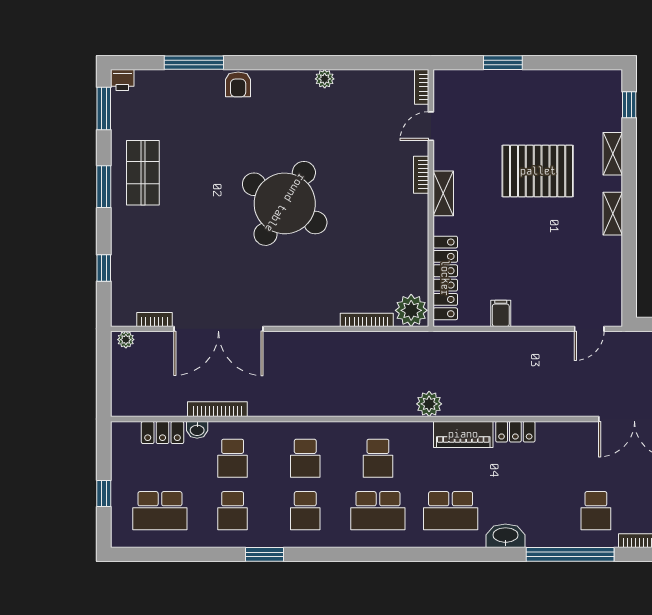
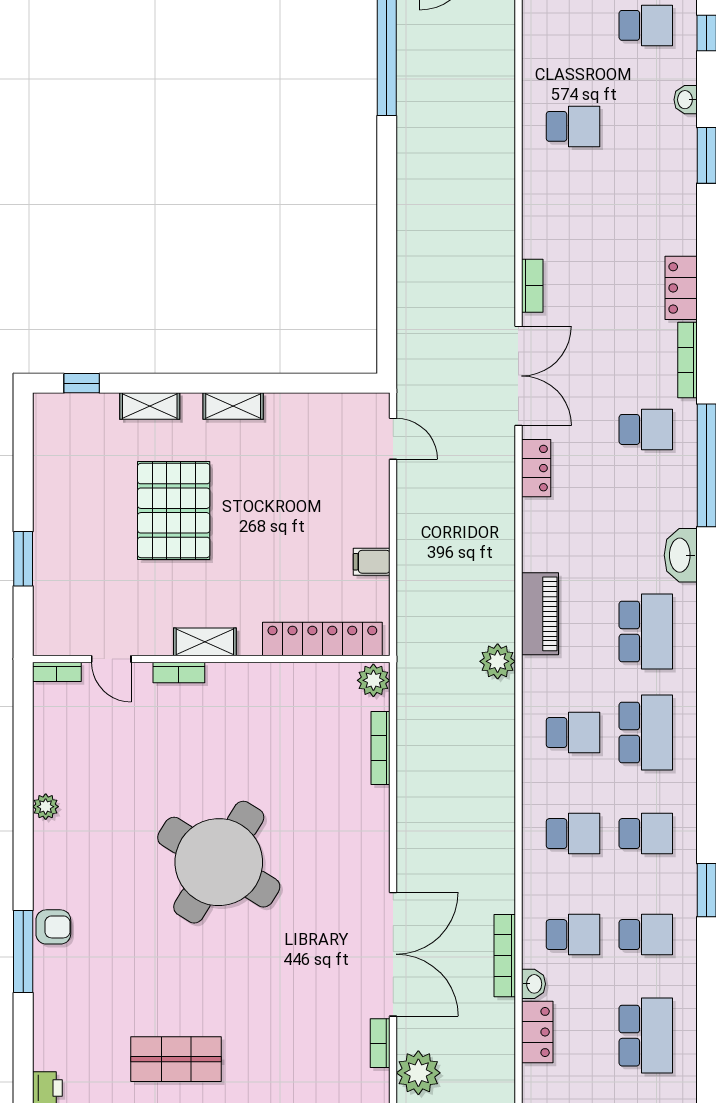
window: (194, 63) -> (23, 951), moved
plant: (411, 310) -> (373, 680), width x0.73, depth x0.73
plant: (126, 340) -> (418, 1073), width x1.88, depth x1.88
locker: (515, 432) -> (536, 468), moved

